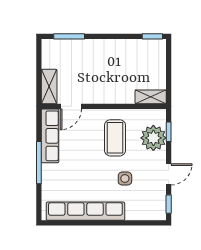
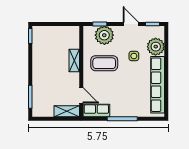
shelving: (151, 97) -> (74, 60), moved
row of seats: (50, 136) -> (96, 111), width x0.68
plant: (138, 209) -> (156, 47), added

